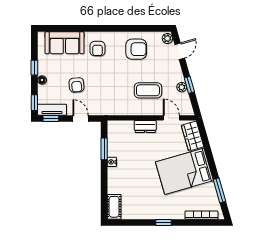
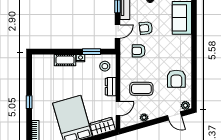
armchair: (98, 49) -> (139, 51), moved
window: (189, 85) -> (146, 124), removed
coffee table: (148, 90) -> (141, 89), turned 90
stool: (121, 133) -> (105, 66), added
cot: (114, 207) -> (65, 60), moved

